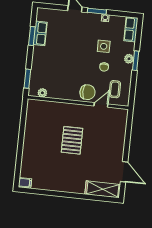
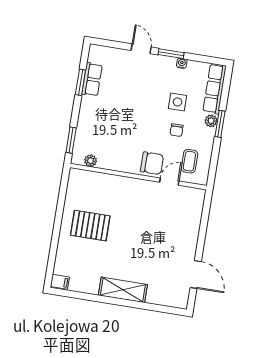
row of seats: (131, 29) -> (215, 89), width x1.48
pallet: (72, 140) -> (90, 226), moved, turned 90
shelving: (103, 189) -> (123, 290), moved

